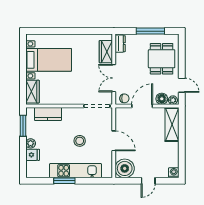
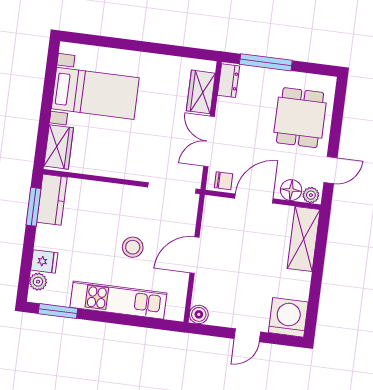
window: (150, 31) -> (266, 62), moved
door: (182, 85) -> (330, 170), hinge flipped
kitchen counter: (48, 114) -> (52, 200), moved, turned -90
door: (114, 141) -> (194, 255), swing flipped
plant: (31, 143) -> (38, 282), moved
boiler: (125, 168) -> (199, 314), width x0.54, depth x0.54
washing machine: (174, 173) -> (288, 317), width x1.89, depth x1.89
window: (64, 181) -> (58, 311), moved

